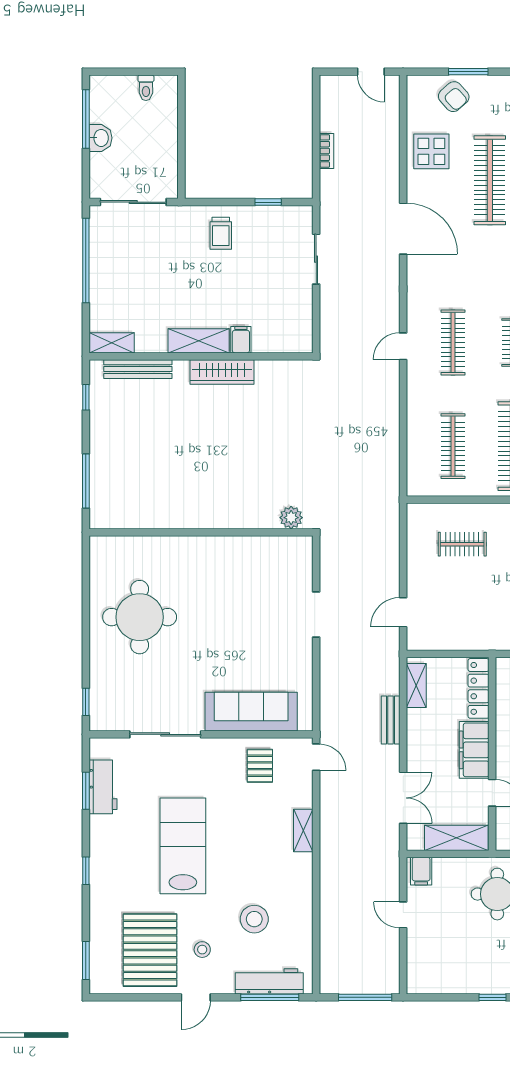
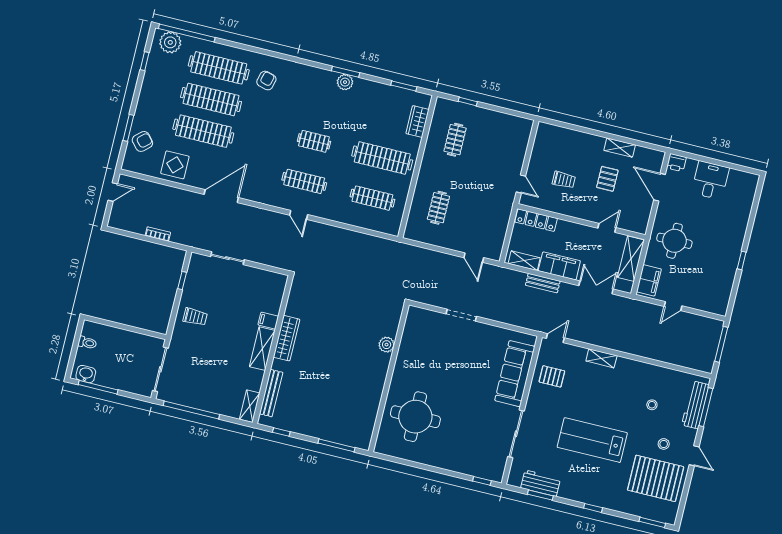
washbasin: (100, 138) -> (86, 374), moved
plant: (291, 518) -> (387, 345), moved
round table: (140, 617) -> (415, 417), moved
filing cabinet: (474, 750) -> (559, 266), moved, turned 180
filing cabinet: (421, 871) -> (649, 280), width x2.00
stool: (254, 919) -> (652, 405), width x0.53, depth x0.53

